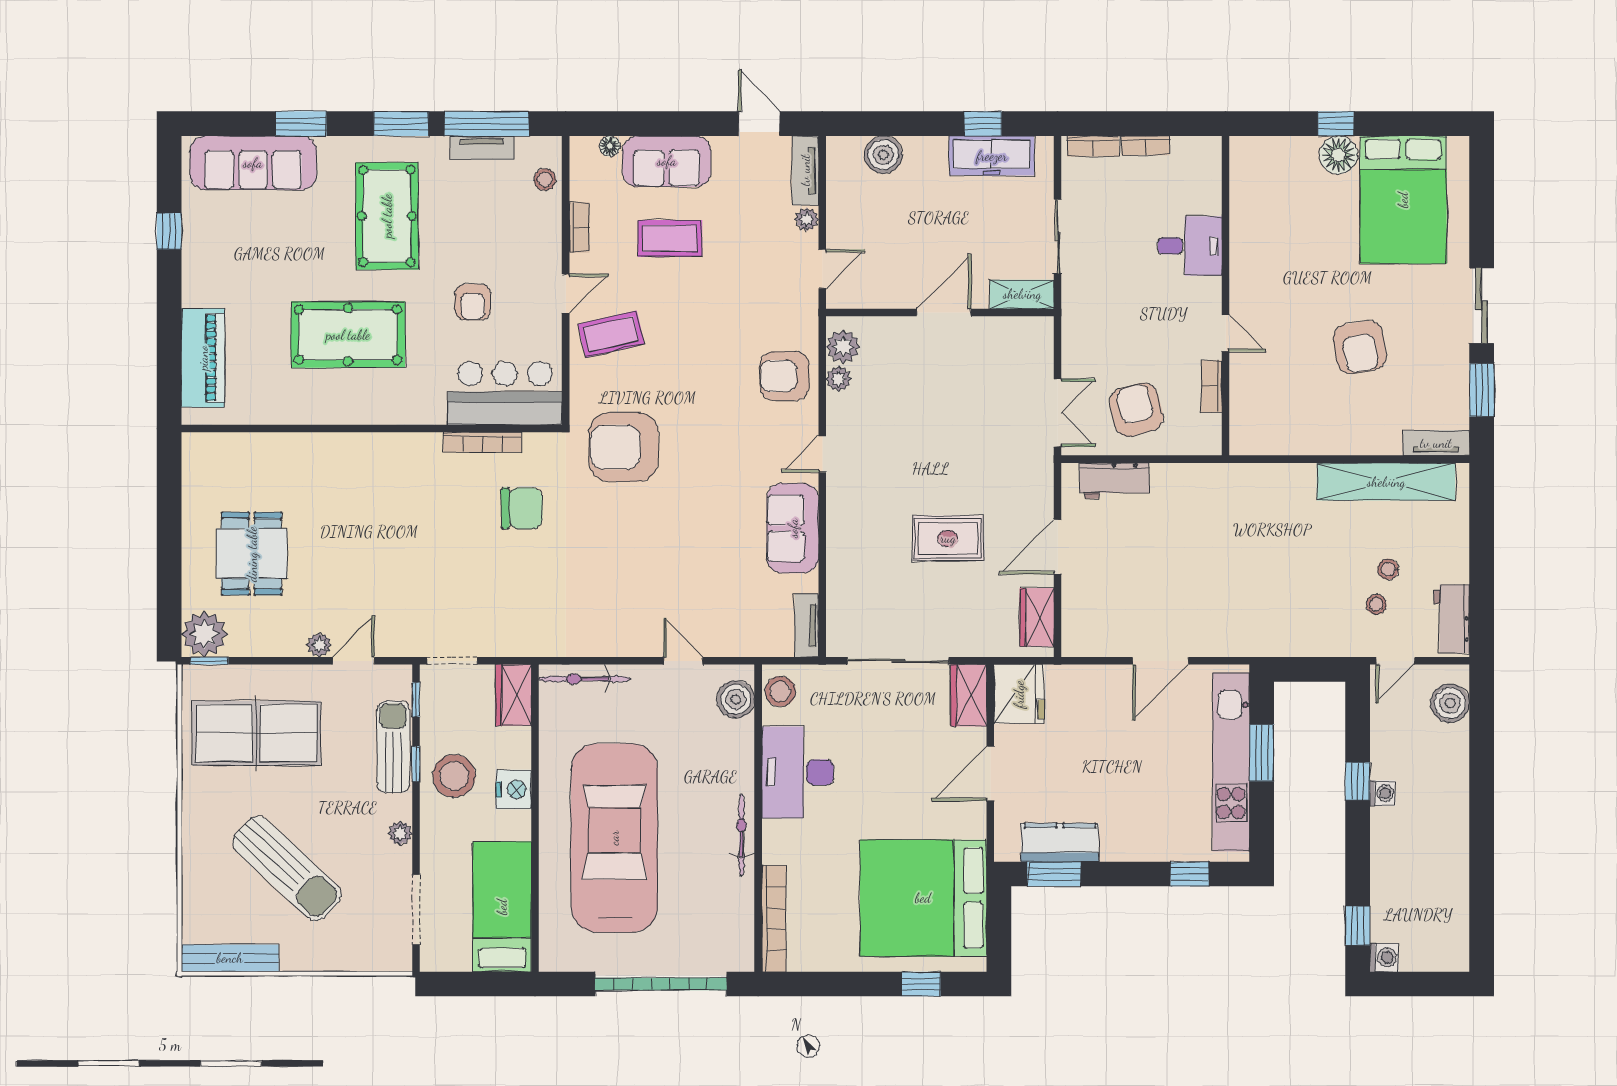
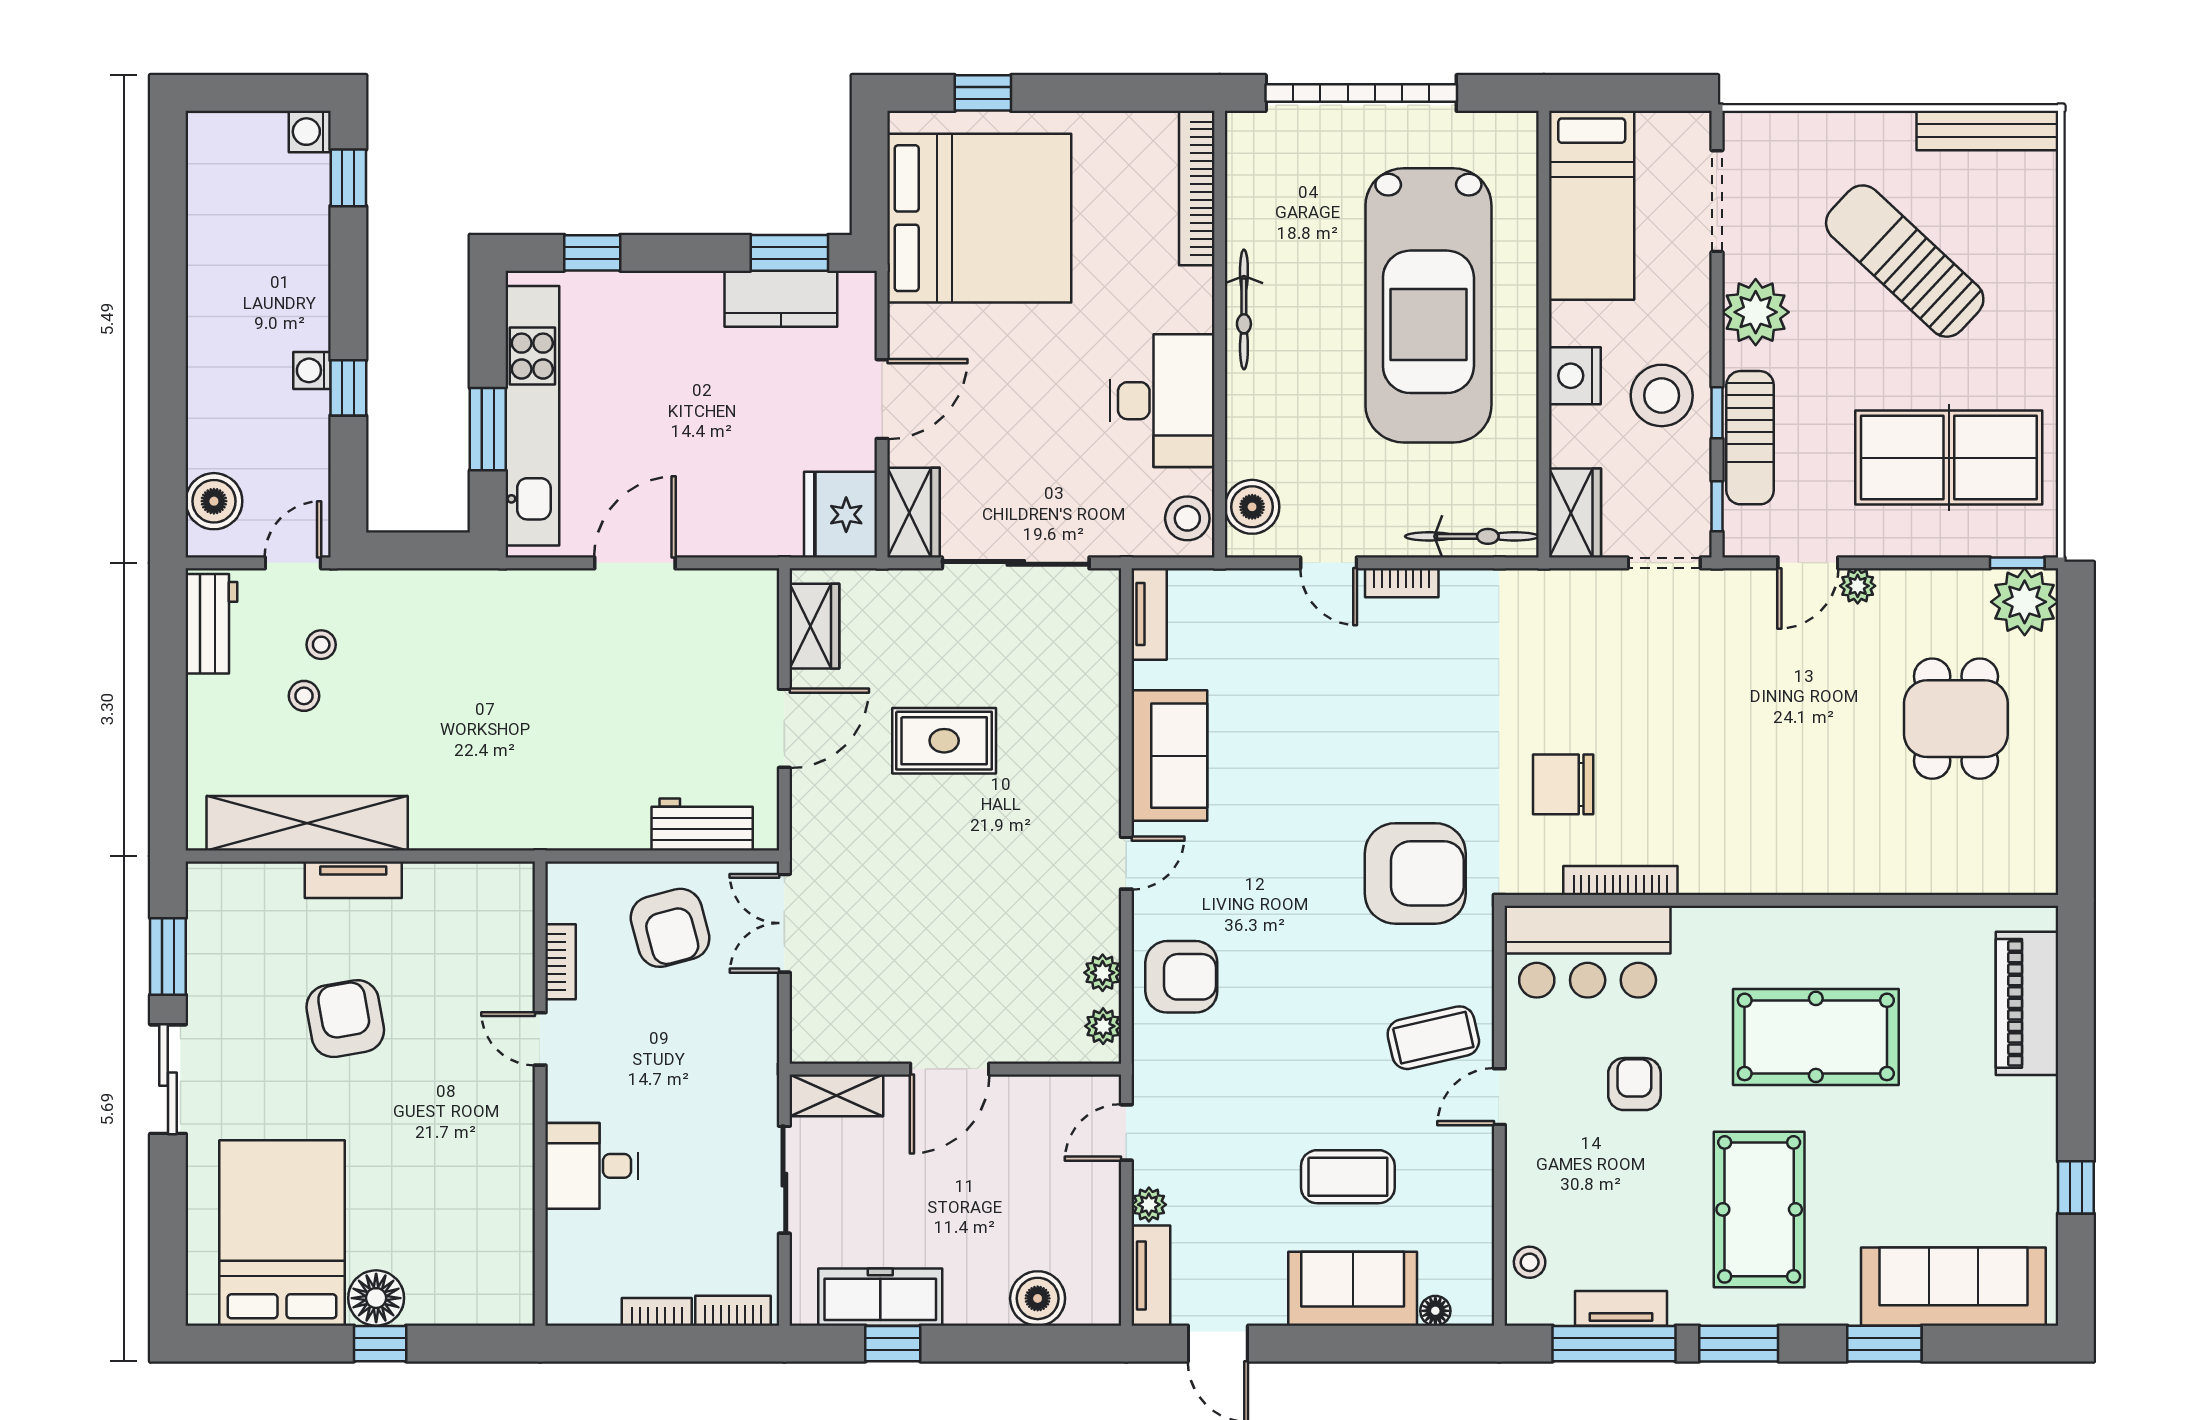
bookcase: (579, 227) -> (1402, 583), moved, turned -90
plant: (843, 347) -> (1103, 1026), width x0.73, depth x0.73
tv unit: (1436, 443) -> (353, 880), moved
plant: (400, 833) -> (1756, 312), width x1.88, depth x1.88

